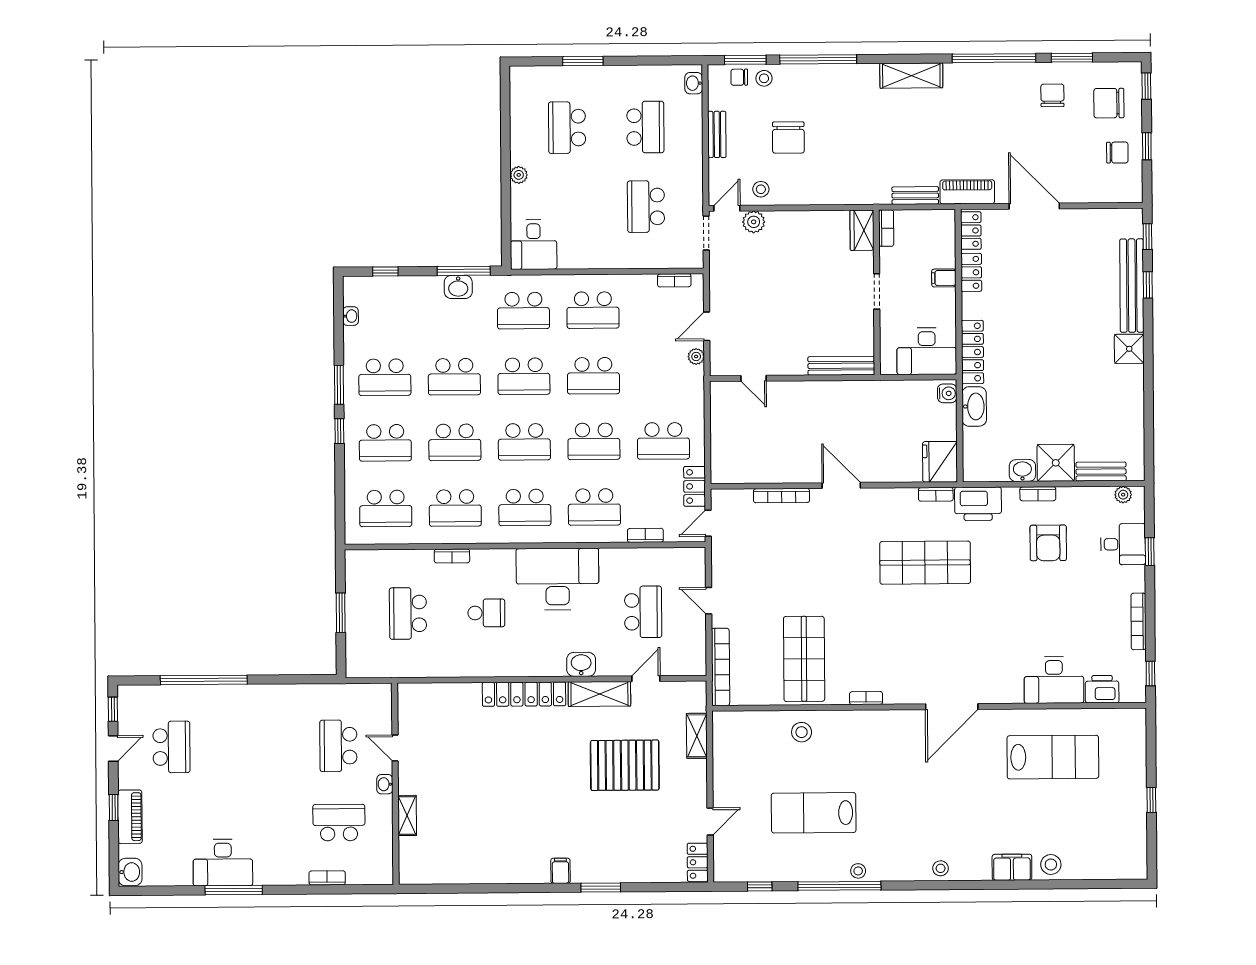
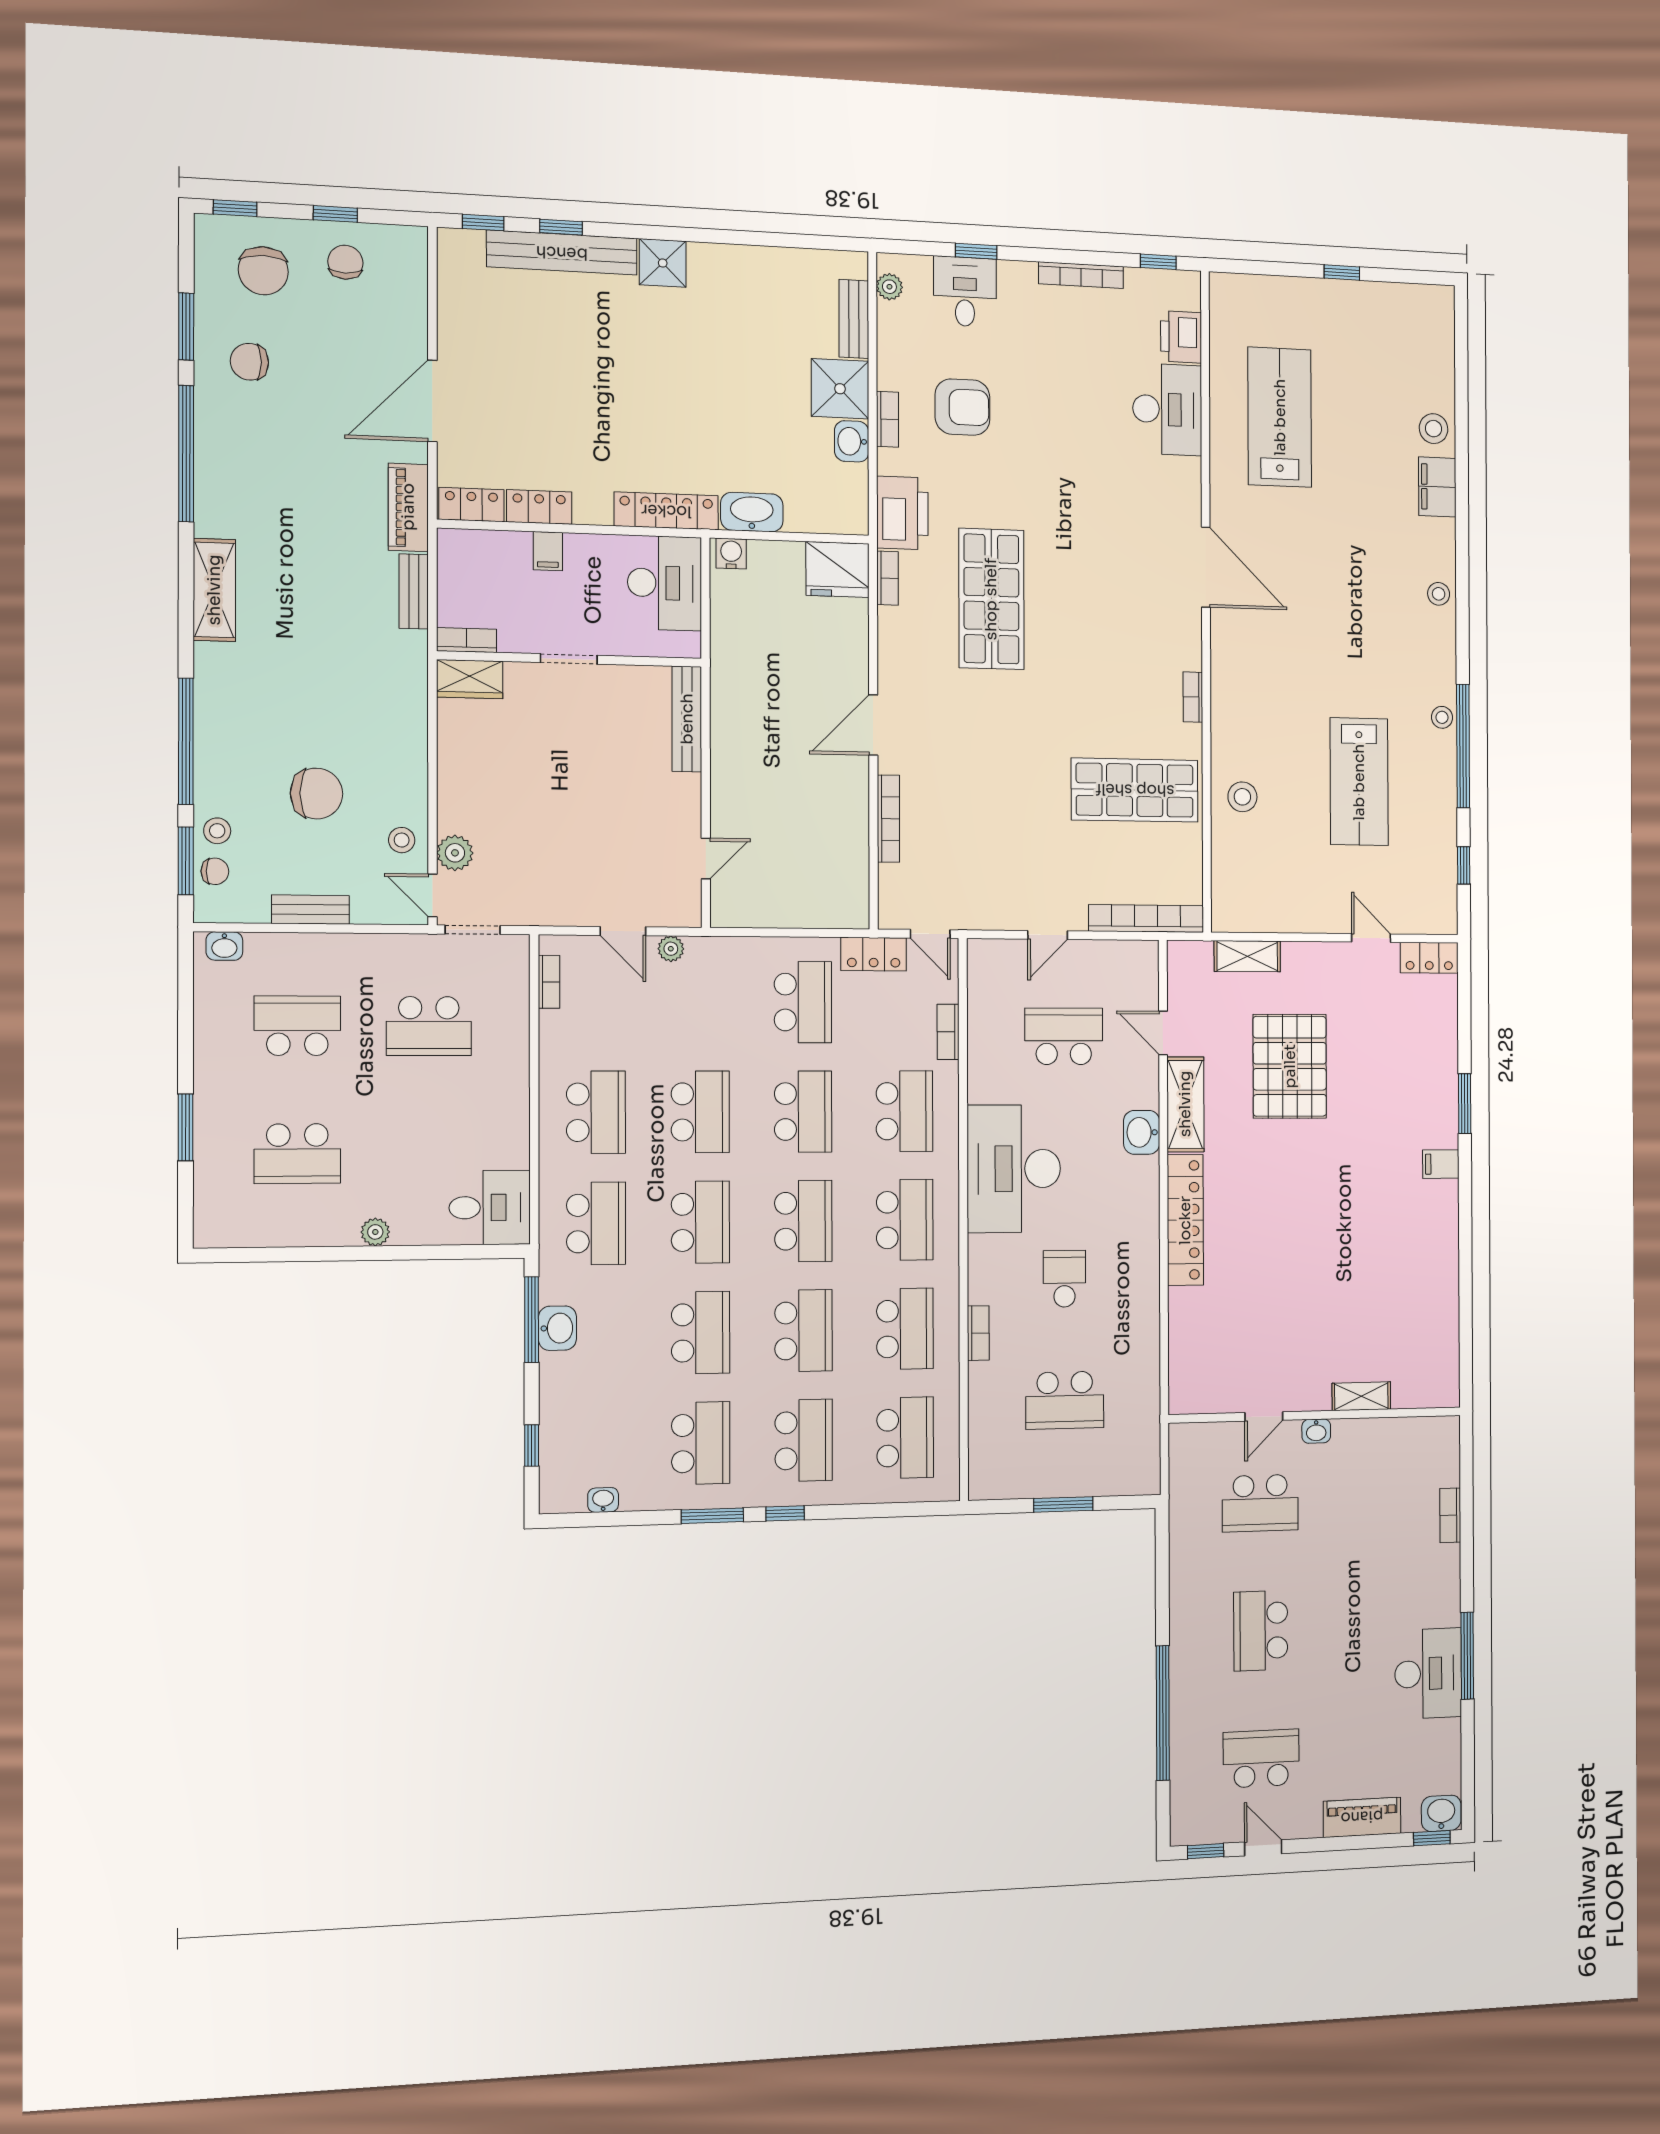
chair: (739, 77) -> (215, 871), turned -90
window: (114, 808) -> (1432, 1838), moved
school desk: (339, 823) -> (1261, 1631), moved

